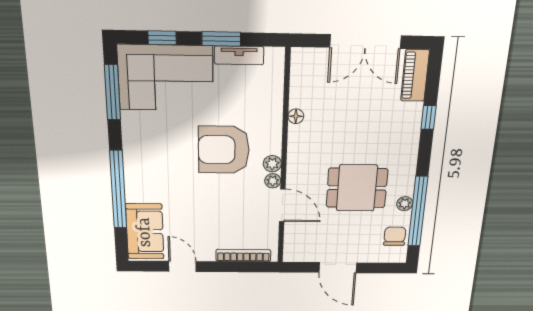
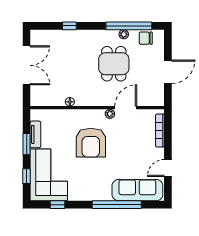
piano: (415, 76) -> (45, 36), removed
window: (113, 92) -> (57, 205), width x0.46
plant: (272, 164) -> (99, 114), removed
sofa: (145, 232) -> (137, 190), width x1.36

